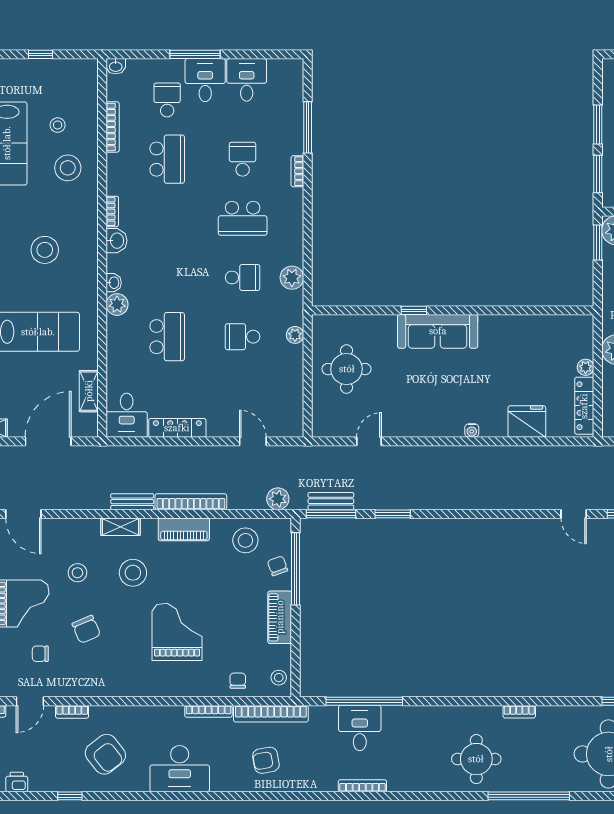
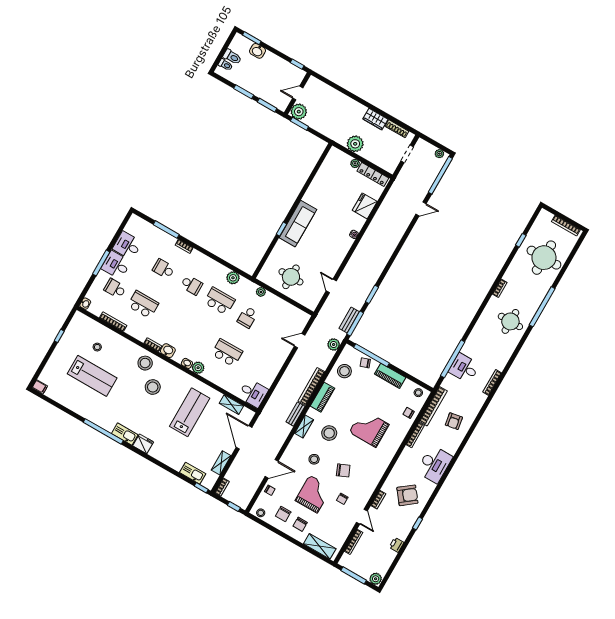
stool: (68, 168) -> (145, 363), moved
school desk: (243, 218) -> (192, 285), width x0.54
school desk: (243, 277) -> (219, 301), width x1.85
locker: (177, 428) -> (273, 373), removed

